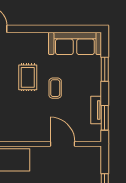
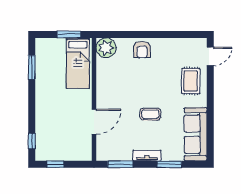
rug: (28, 77) -> (191, 81), moved, turned 90
tv unit: (96, 110) -> (147, 156), moved

